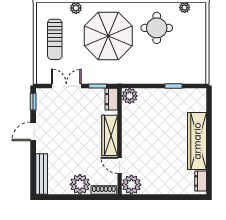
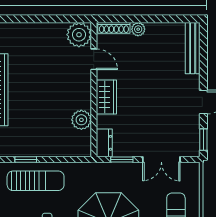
sun lounger: (166, 69) -> (36, 181), added
plant: (130, 96) -> (81, 120), moved
wardrobe: (110, 135) -> (106, 97), width x0.67
plant: (80, 184) -> (138, 29), width x0.53, depth x0.53

